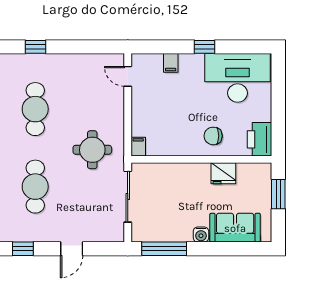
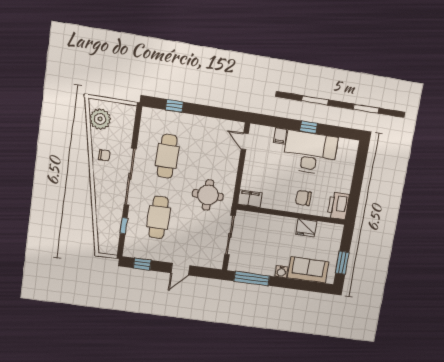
desk: (238, 78) -> (310, 153), moved
filing cabinet: (138, 147) -> (250, 199), width x2.00
window: (278, 194) -> (342, 263), moved

